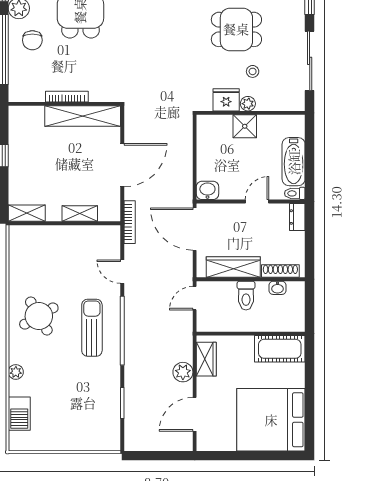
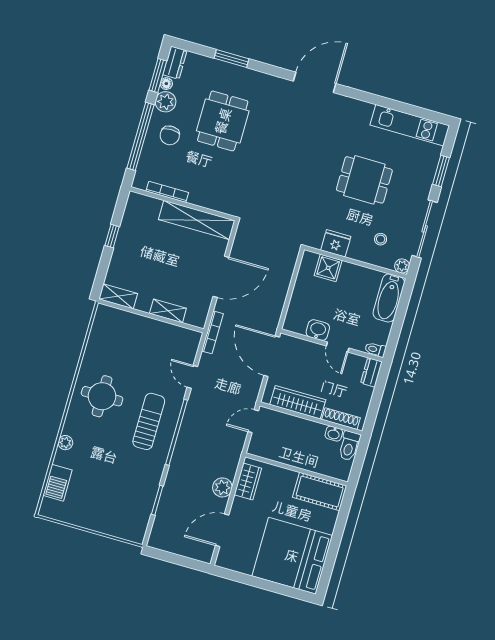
stool: (253, 71) -> (381, 239), moved
bookcase: (67, 97) -> (167, 192), moved
plant: (248, 104) -> (402, 266), moved
shower: (245, 126) -> (328, 268), moved
bathtub: (294, 162) -> (389, 298), moved
washbasin: (207, 190) -> (318, 330), moved
door: (257, 202) -> (338, 347), swing flipped
toilet: (246, 296) -> (349, 446), moved
round table: (39, 316) -> (102, 396), turned 30

